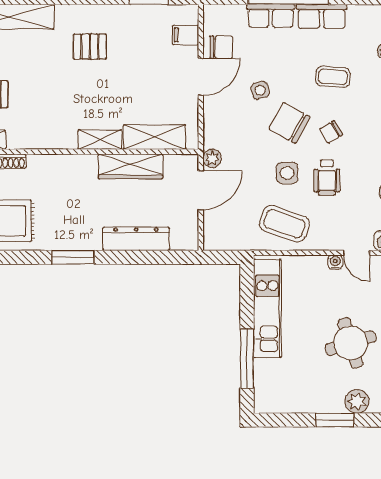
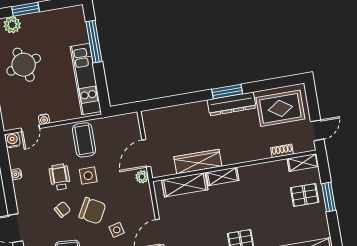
coffee table: (284, 224) -> (84, 140), turned 71
dresser: (136, 239) -> (232, 104), moved
door: (357, 253) -> (30, 128), swing flipped

